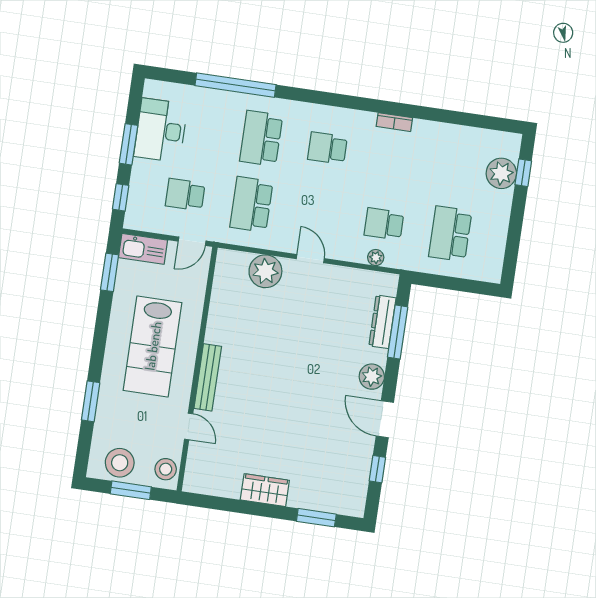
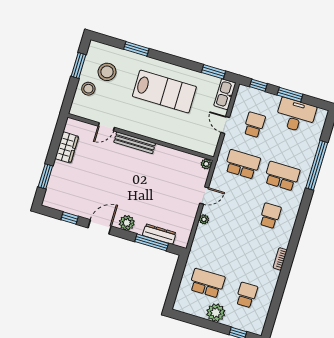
plant: (501, 173) -> (216, 313), moved
school desk: (384, 224) -> (247, 295), moved
plant: (376, 258) -> (204, 219), moved
plant: (265, 271) -> (206, 164), width x0.53, depth x0.53
lab bench: (153, 346) -> (164, 91), turned 180
wall: (197, 369) -> (141, 137), moved
bench: (208, 377) -> (135, 143), moved
door: (189, 426) -> (106, 127), moved
stool: (120, 463) -> (107, 72), moved

